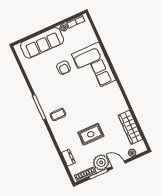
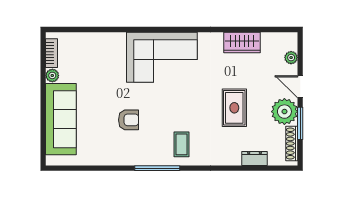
corner sofa: (94, 67) -> (162, 57), moved
armchair: (64, 68) -> (129, 120), moved
wardrobe: (130, 127) -> (242, 42), width x0.67
door: (118, 165) -> (300, 87), hinge flipped

